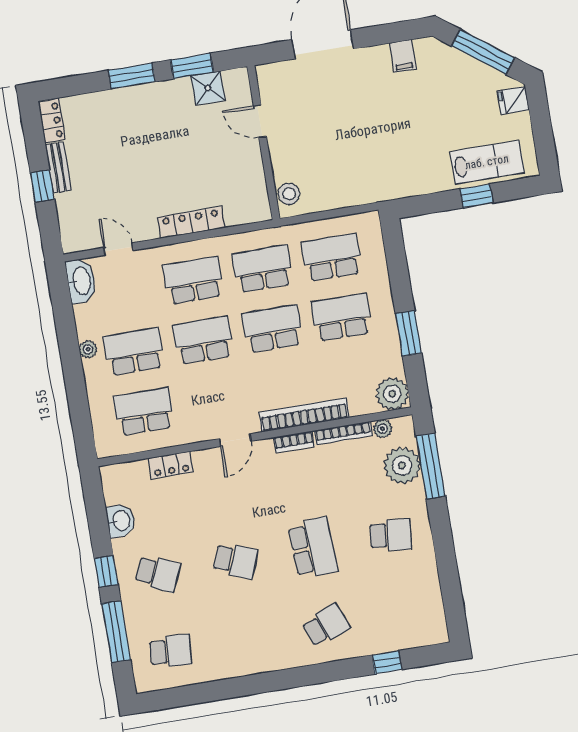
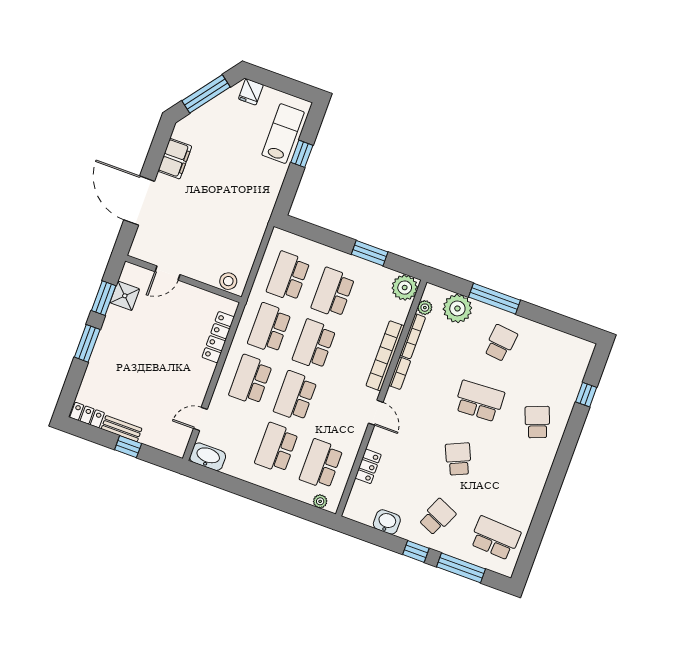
filing cabinet: (403, 56) -> (175, 159), width x2.00
locker: (191, 222) -> (218, 337), moved
plant: (88, 349) -> (320, 501), moved
window: (431, 466) -> (495, 299), moved
school desk: (235, 561) -> (458, 459), turned -45
school desk: (171, 651) -> (495, 538), width x1.85

